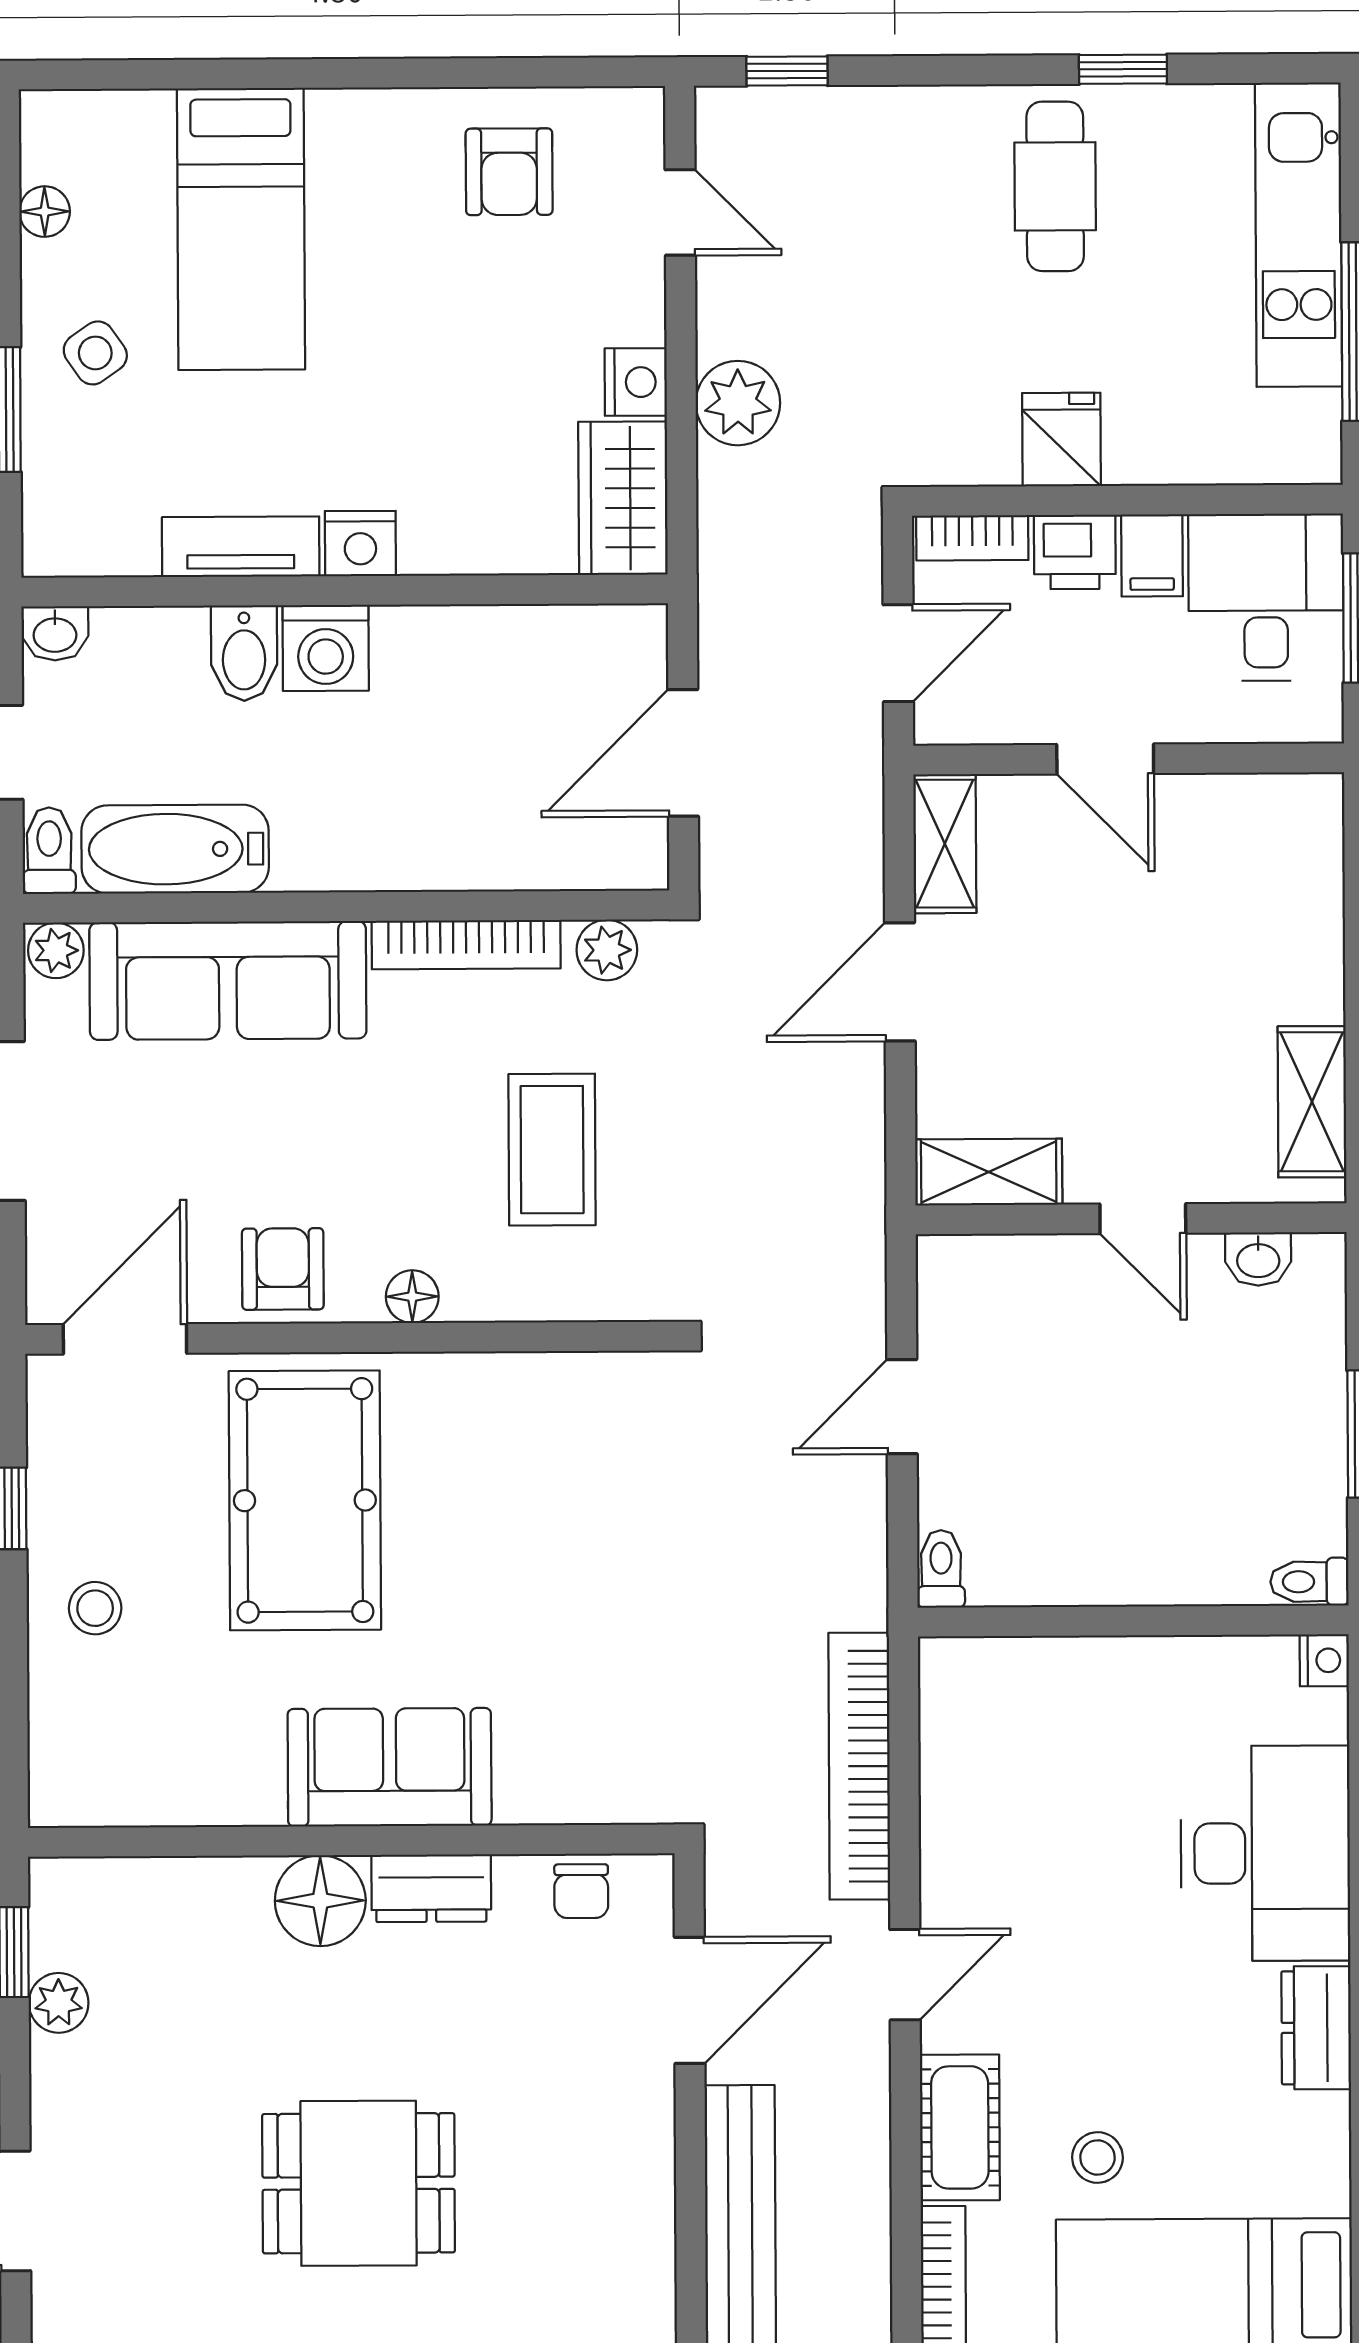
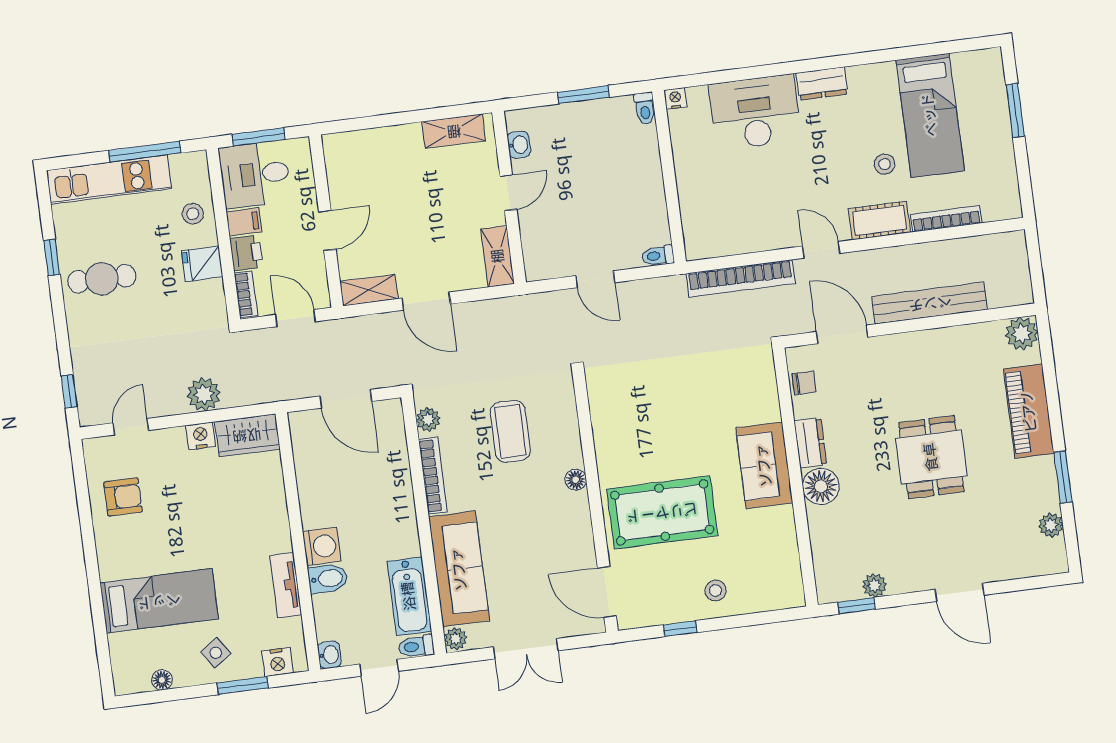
stool: (1188, 431) -> (193, 214), added
nightstand: (360, 544) -> (277, 662), moved, turned 90
coffee table: (552, 1150) -> (510, 431), turned 90
armchair: (283, 1269) -> (571, 533), removed

